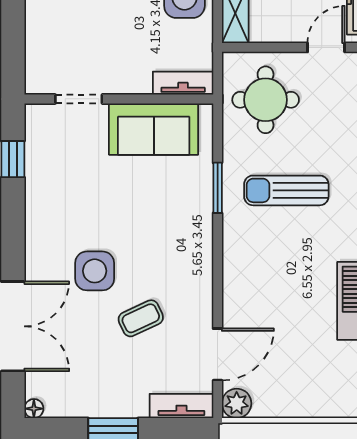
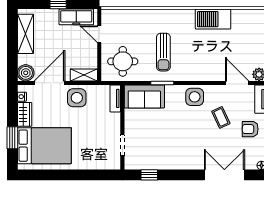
sofa: (154, 129) -> (144, 96), moved, turned 90
side table: (95, 271) -> (195, 97), moved
armchair: (115, 384) -> (250, 129), added

